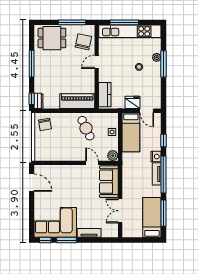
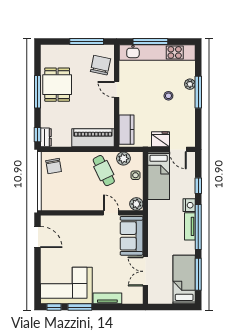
dining table: (52, 38) -> (57, 85), moved, turned 90
door: (97, 62) -> (117, 89), hinge flipped
plant: (102, 118) -> (123, 159), added

